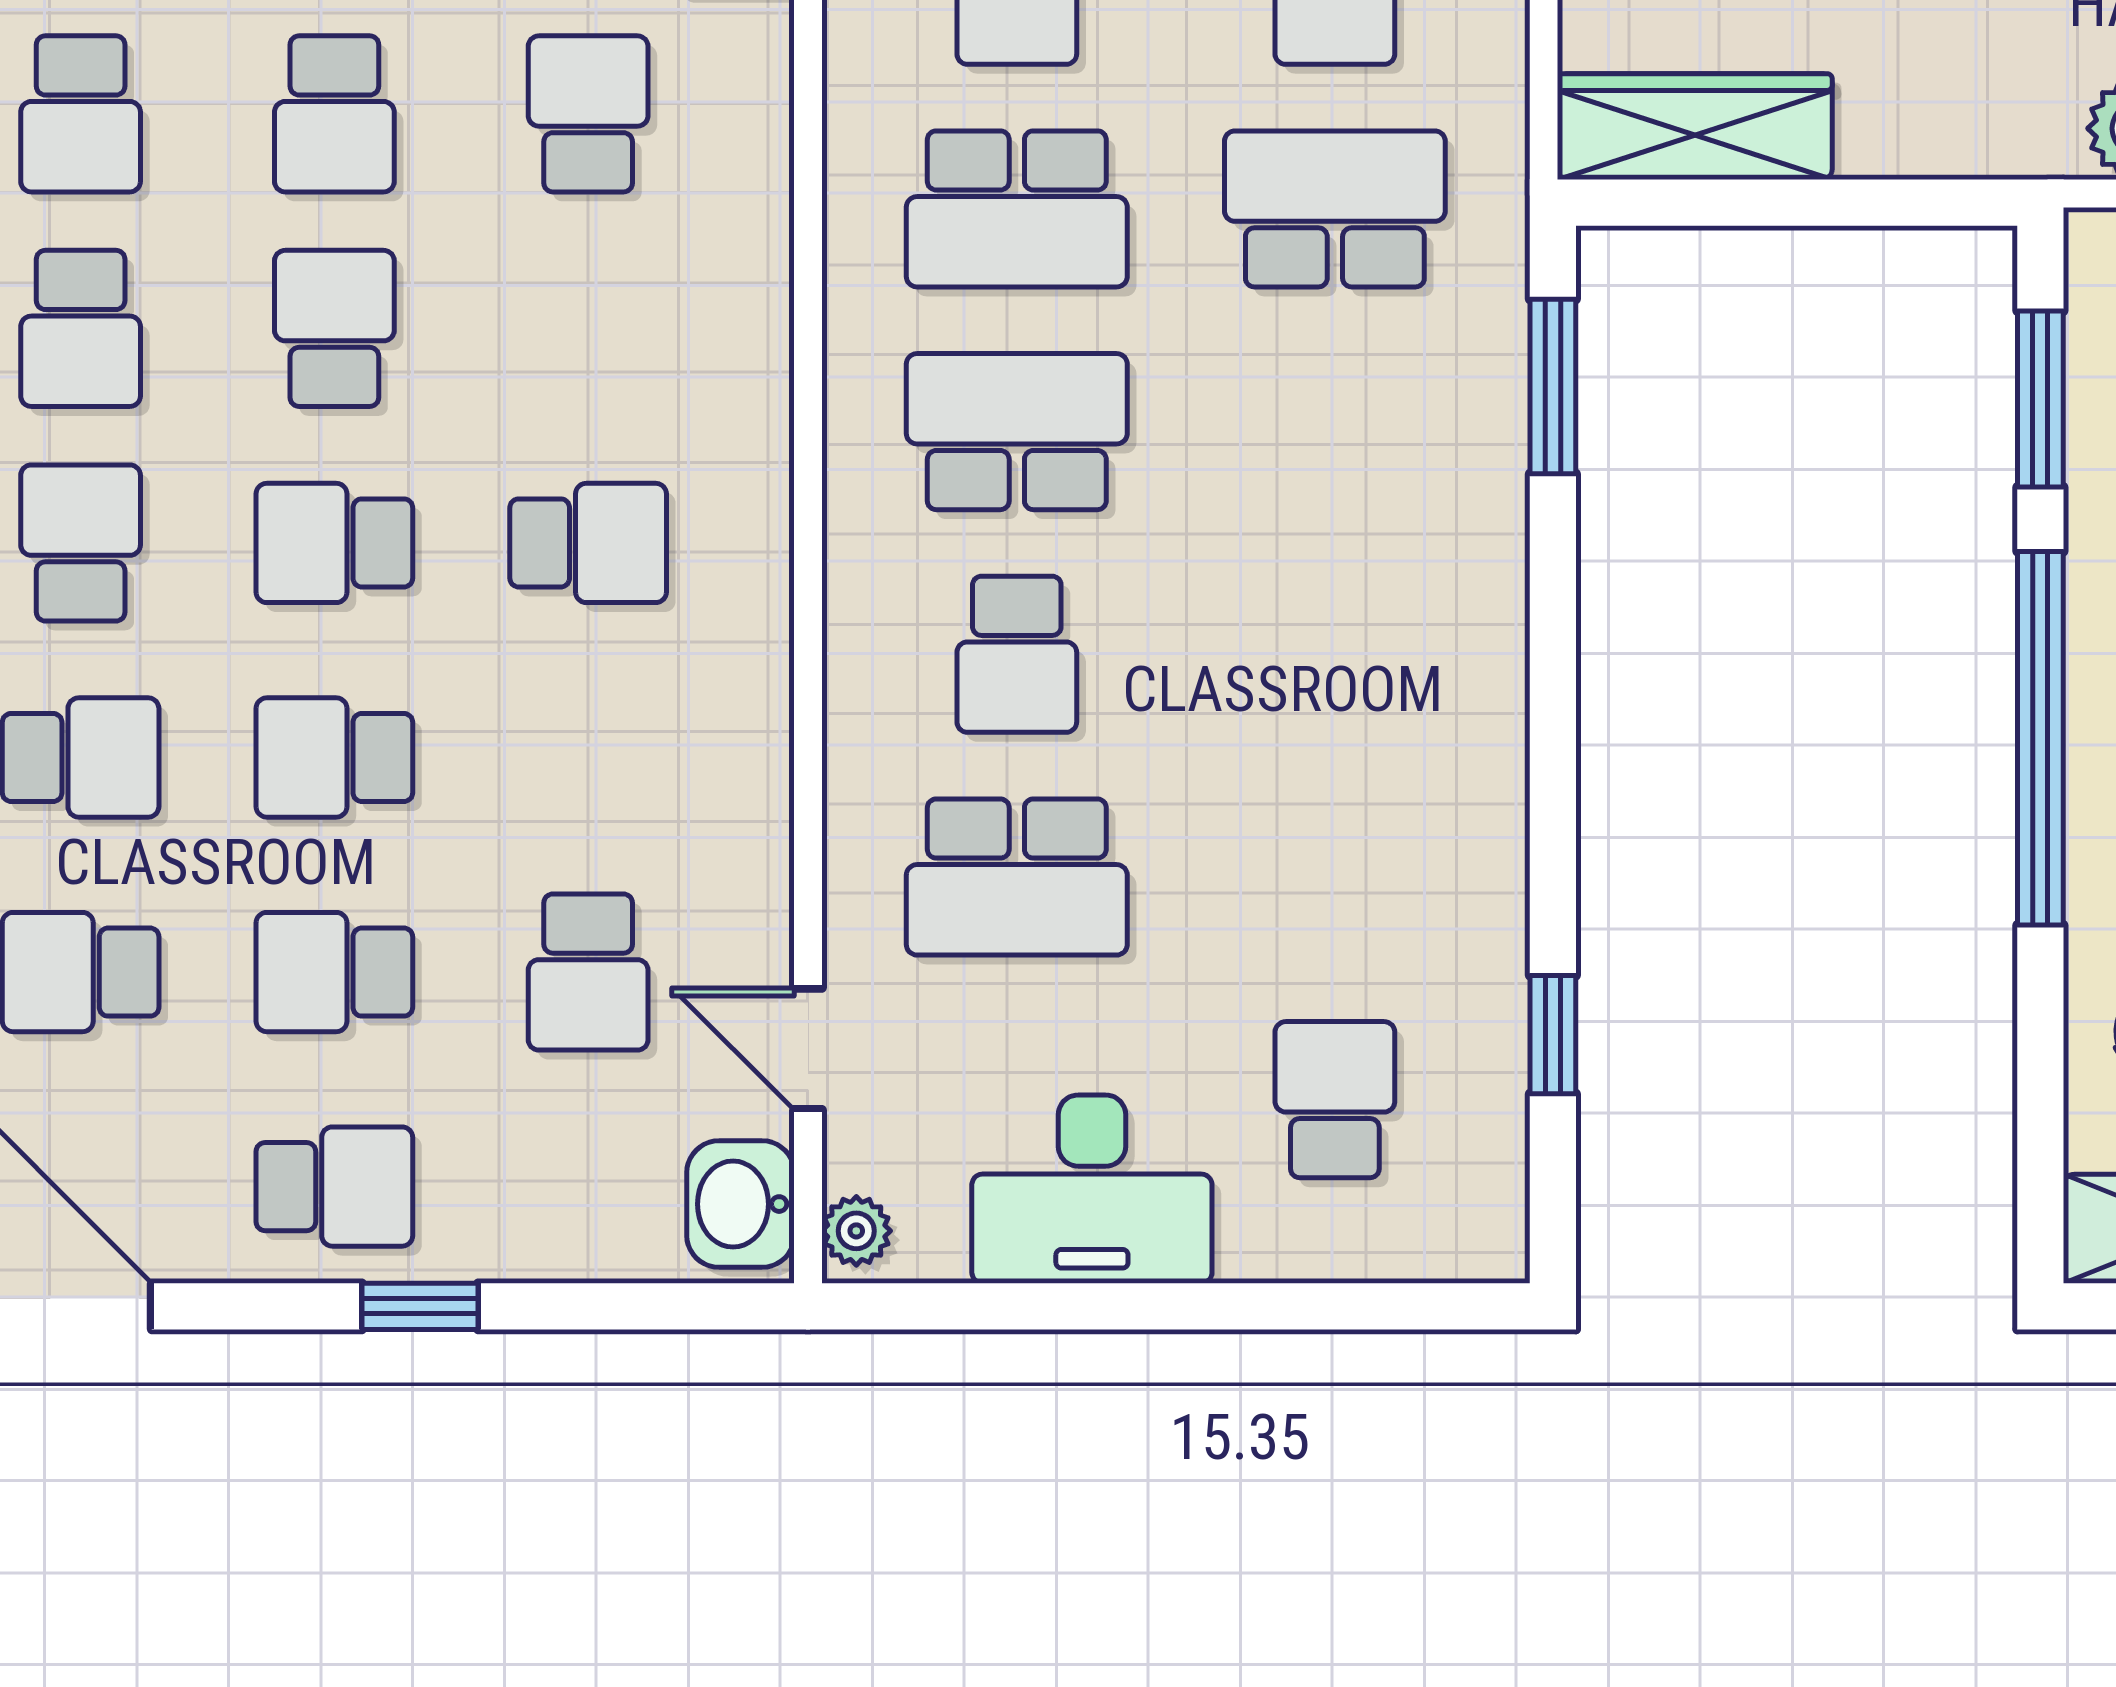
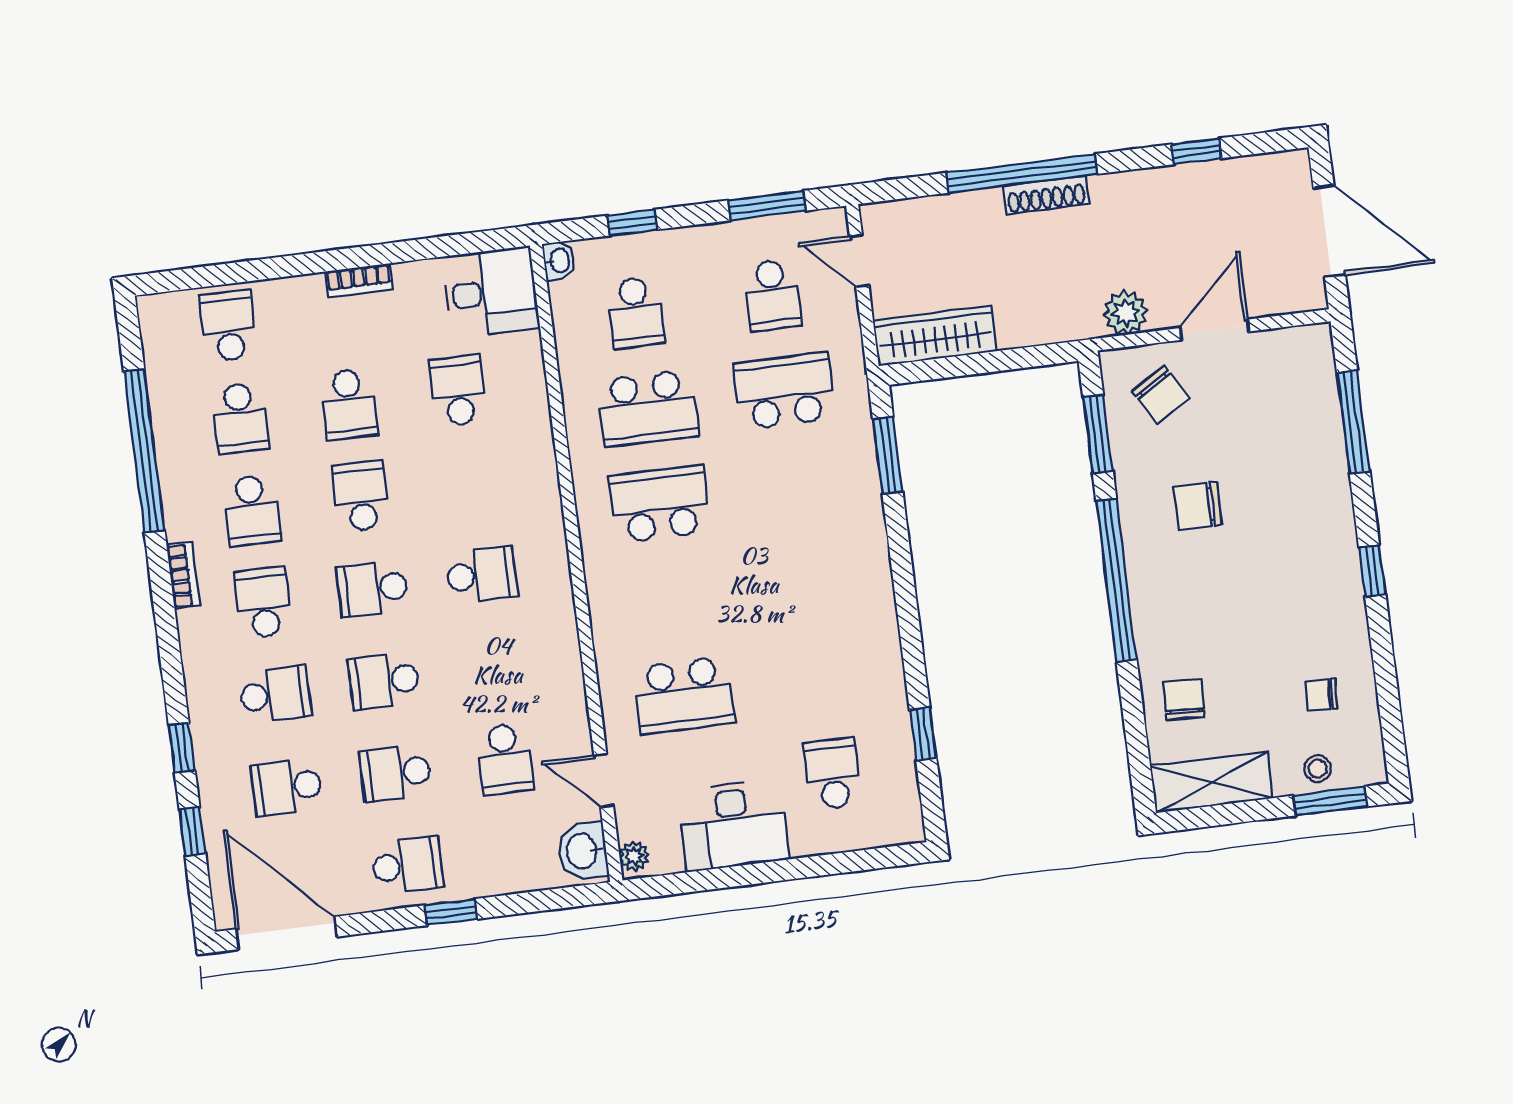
school desk: (1017, 654) -> (672, 600), removed

